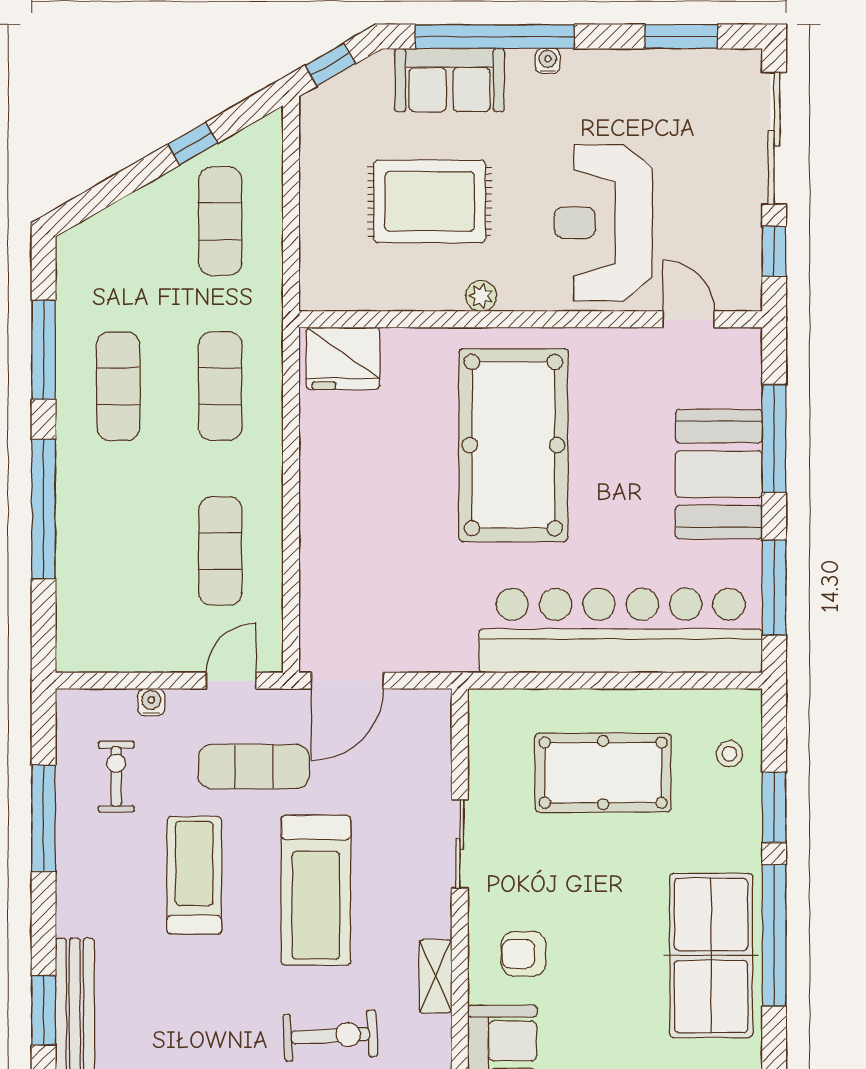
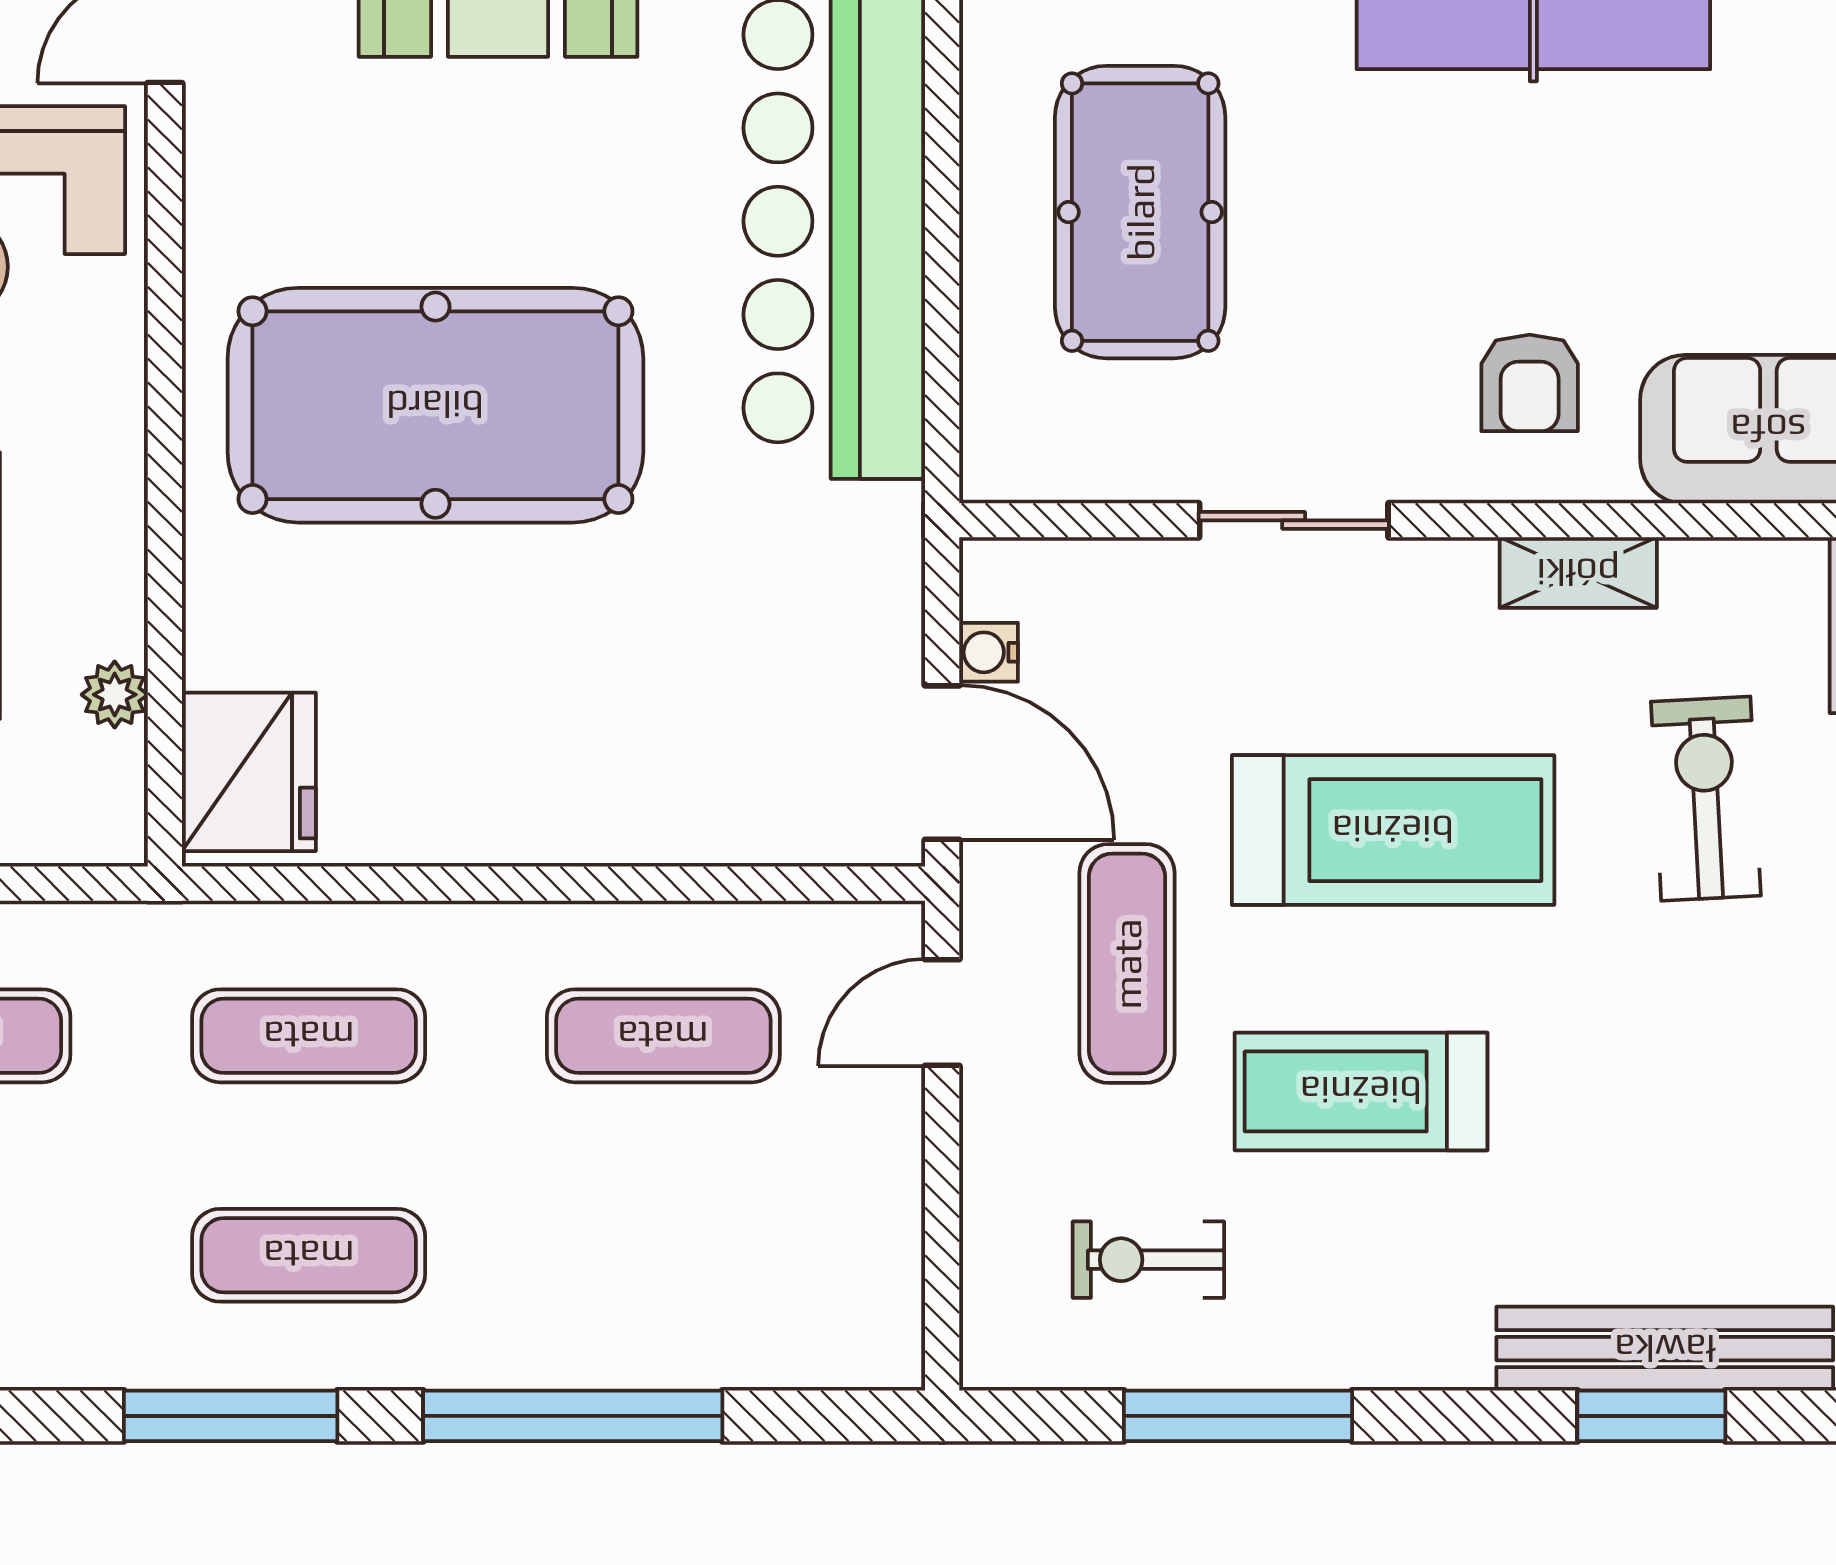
plant: (481, 296) -> (115, 695), moved
door: (231, 681) -> (942, 1012), hinge flipped
water cooler: (151, 702) -> (988, 652), moved

